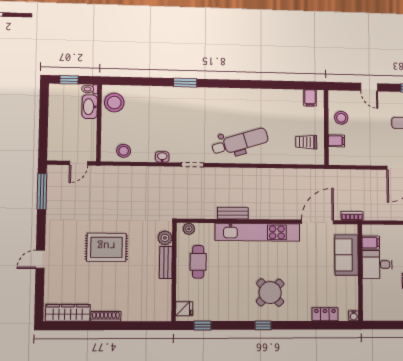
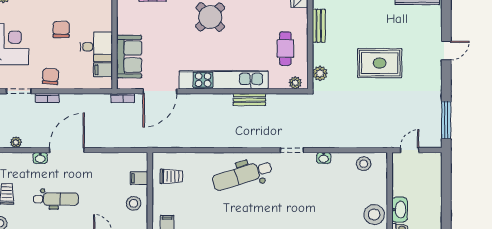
bench: (166, 262) -> (319, 26), moved

